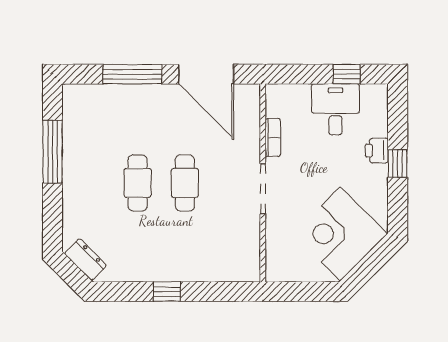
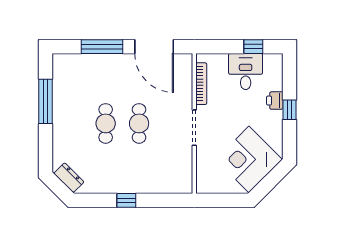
bookcase: (273, 137) -> (201, 84), width x1.56

